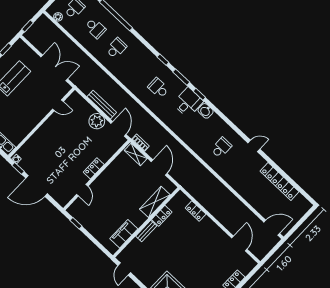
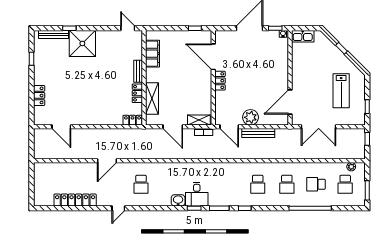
school desk: (158, 88) -> (258, 184), moved, turned 90
door: (58, 105) -> (290, 102), width x1.87
door: (82, 190) -> (213, 57), width x1.88
locker: (196, 211) -> (133, 120), moved
door: (272, 228) -> (107, 161), moved

